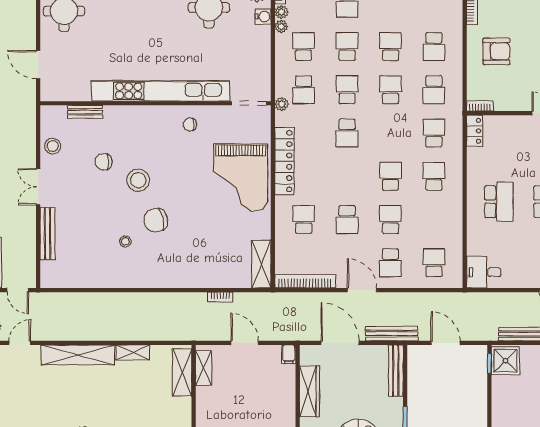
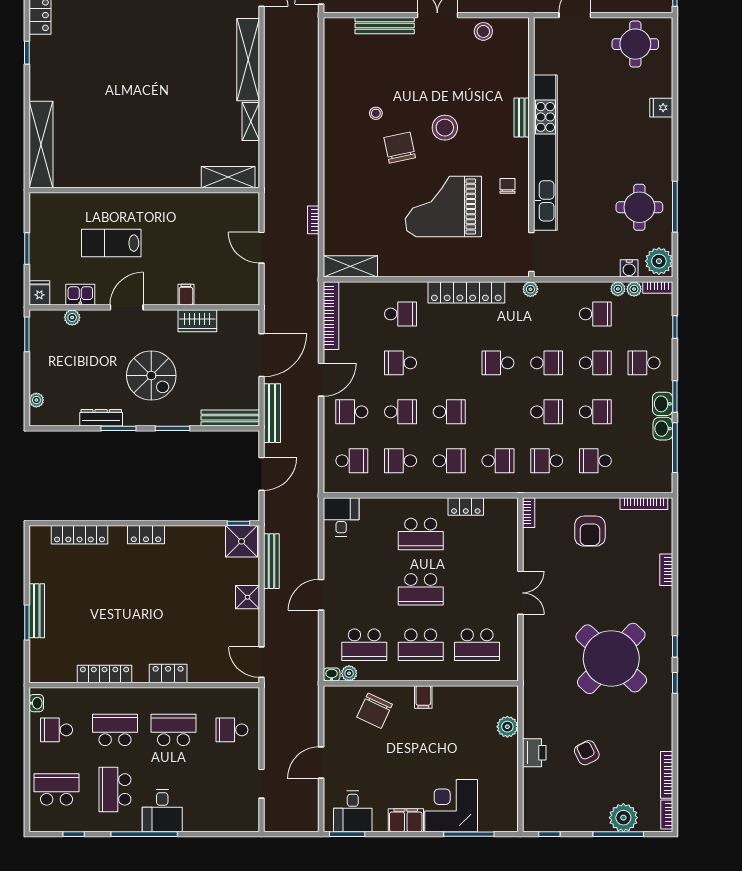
school desk: (304, 90) -> (401, 461), moved
bench: (85, 112) -> (522, 117), moved
locker: (475, 131) -> (466, 506), moved
chair: (104, 162) -> (466, 89), removed
grand piano: (241, 177) -> (443, 207), moved
door: (245, 343) -> (262, 248), swing flipped
filing cabinet: (289, 354) -> (186, 295), moved, turned 90
shelving: (203, 368) -> (233, 201), removed
wardrobe: (310, 391) -> (197, 321), width x0.67

